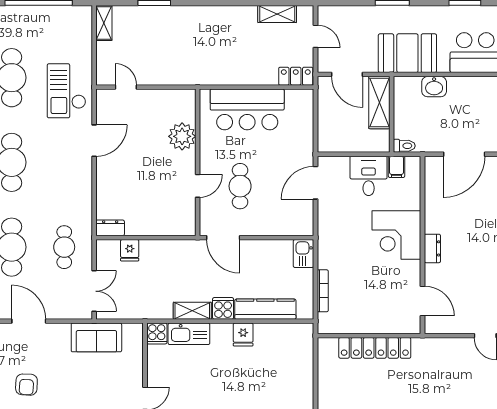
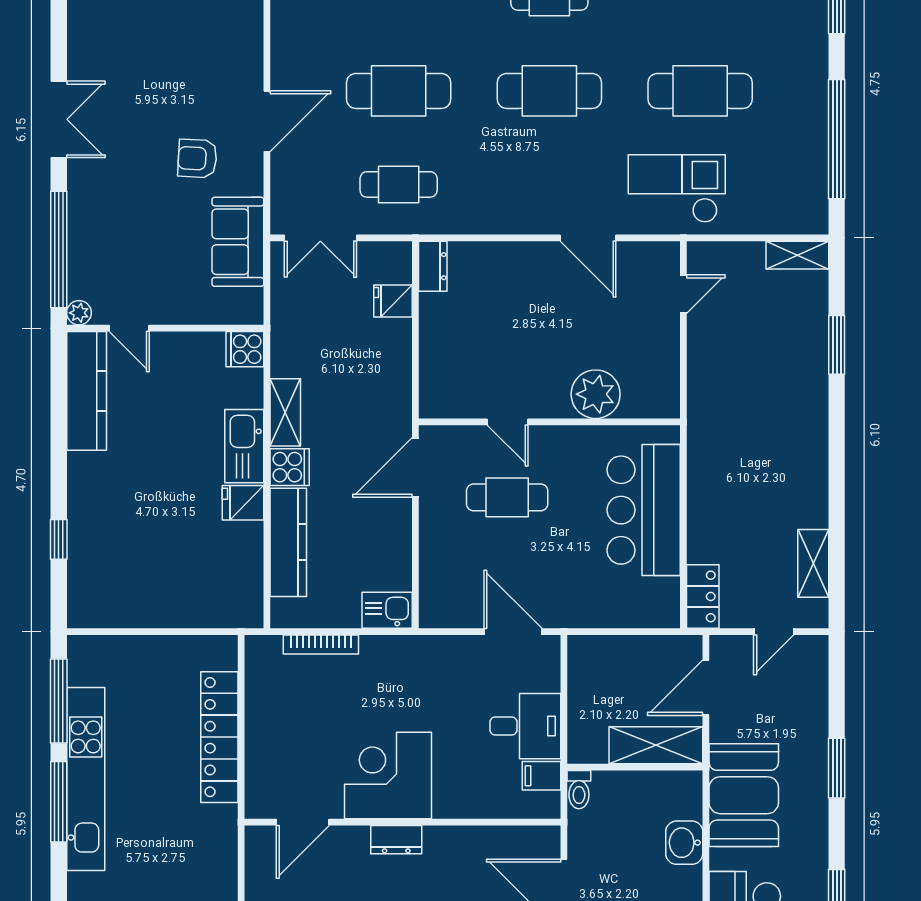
corner desk: (396, 235) -> (388, 776), moved
kitchen sink: (189, 334) -> (244, 446), moved
armchair: (26, 385) -> (197, 158), moved

